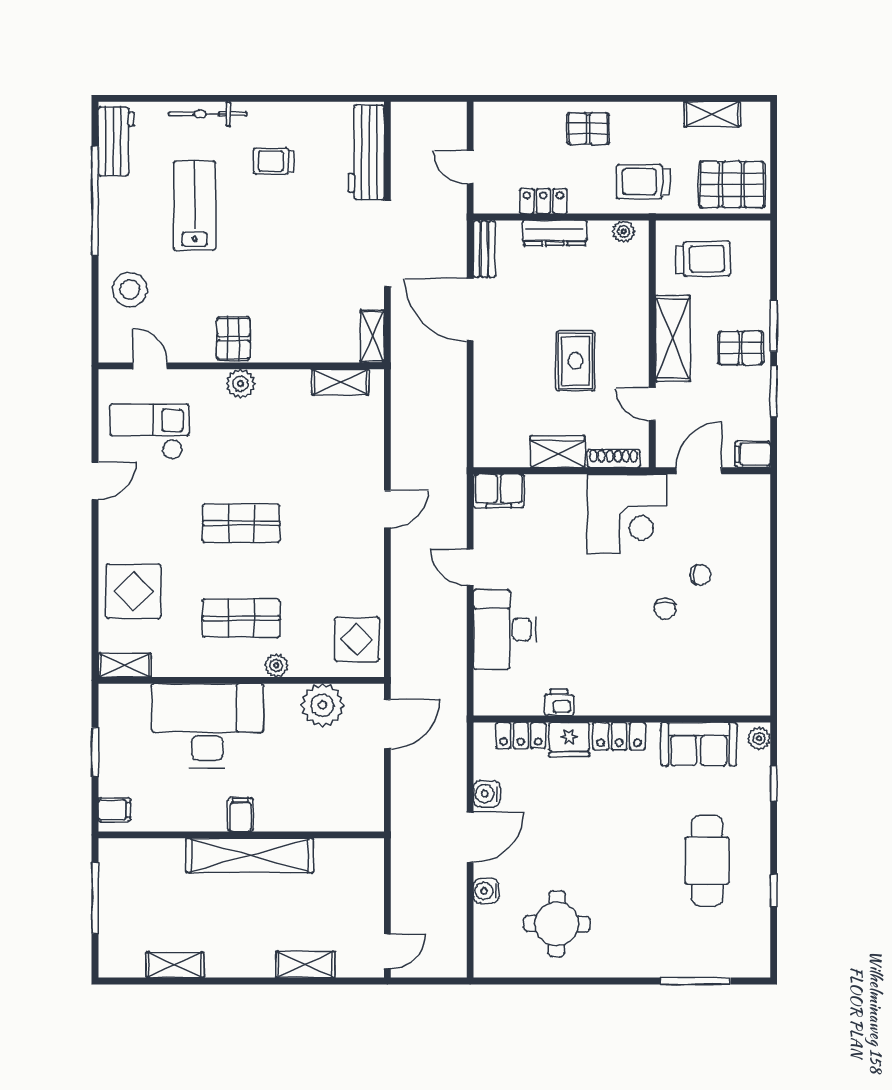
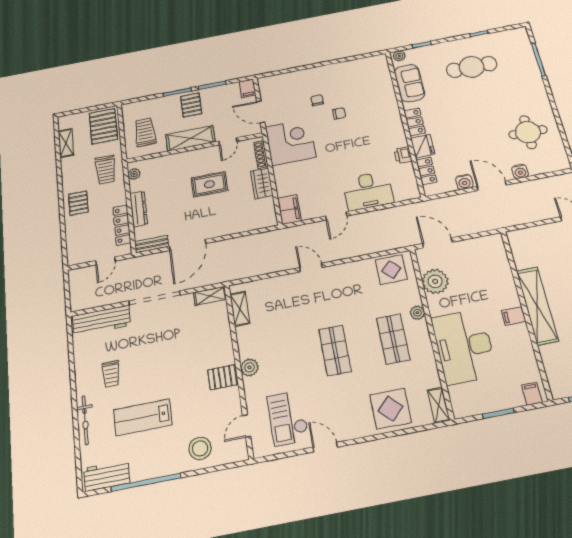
locker: (543, 201) -> (122, 225), width x1.53

